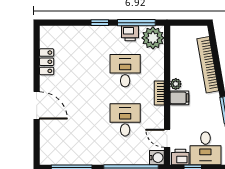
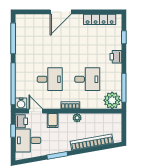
window: (100, 23) -> (124, 37), moved
printer: (130, 33) -> (116, 57), moved
locker: (47, 62) -> (100, 19), width x1.53
filing cabinet: (179, 98) -> (53, 121), moved
door: (167, 138) -> (36, 111), hinge flipped

